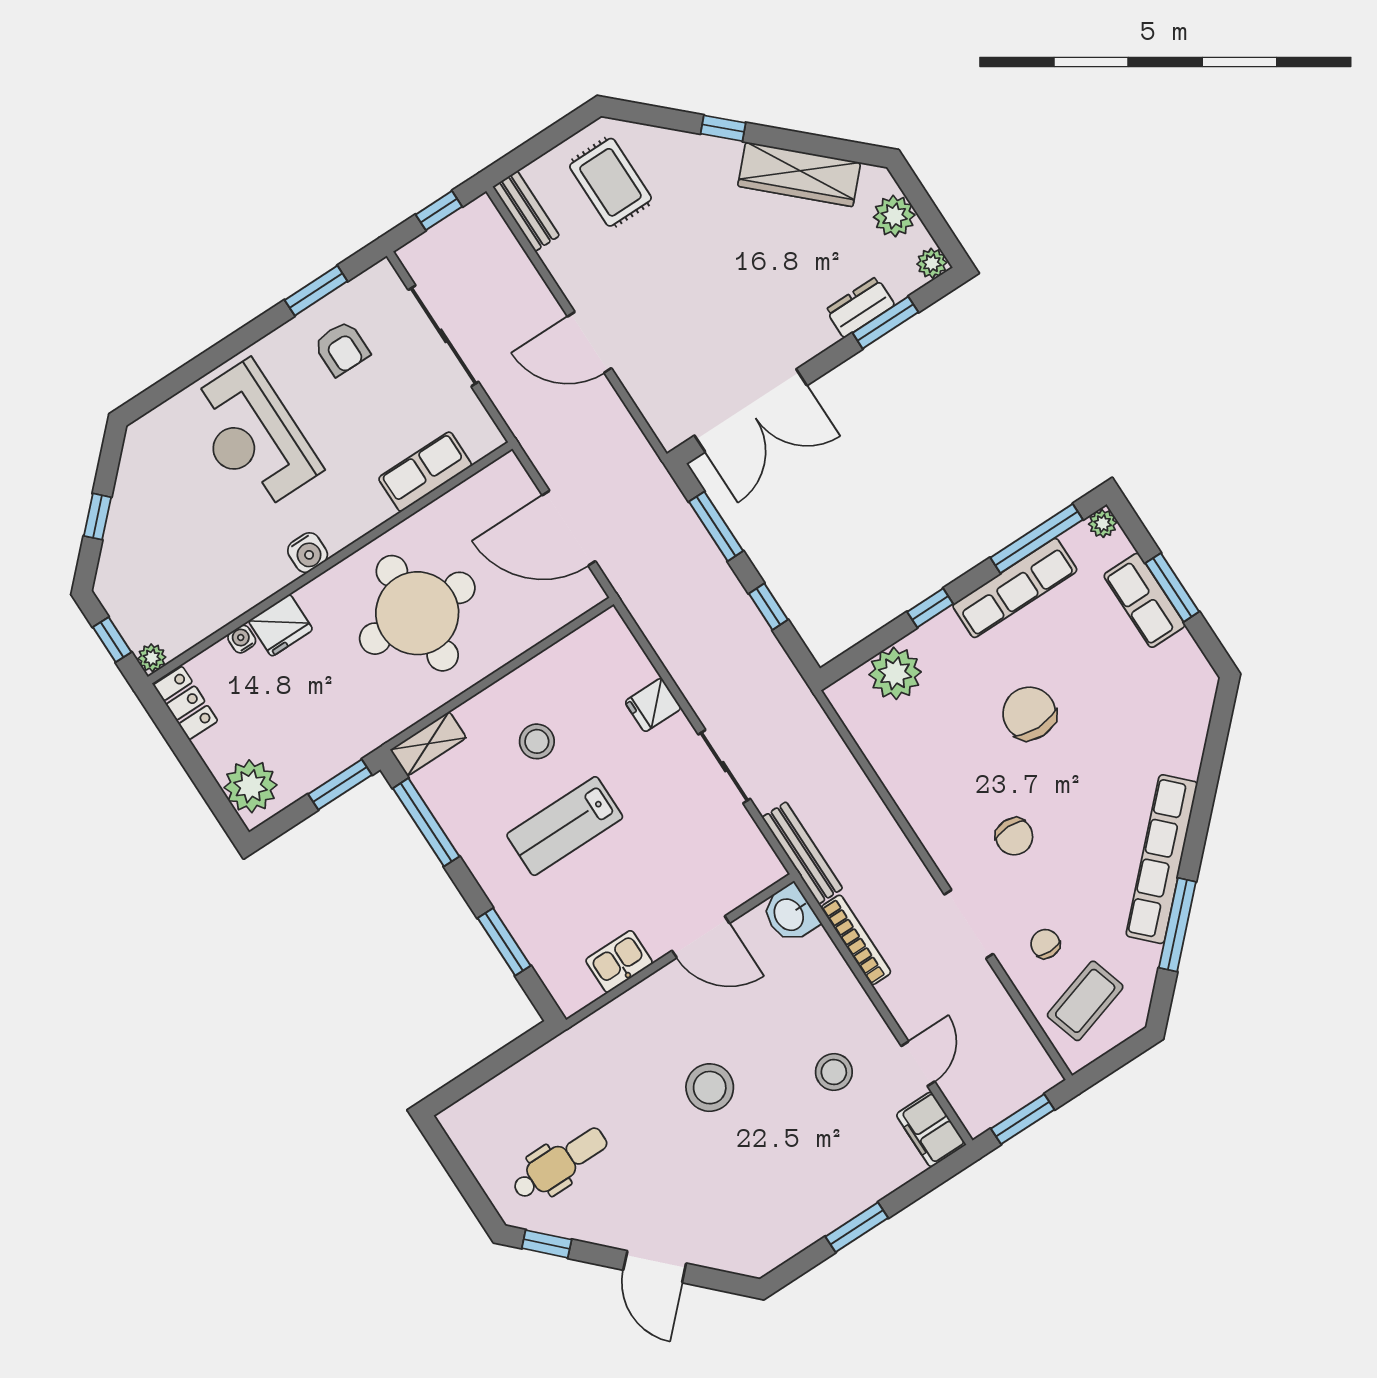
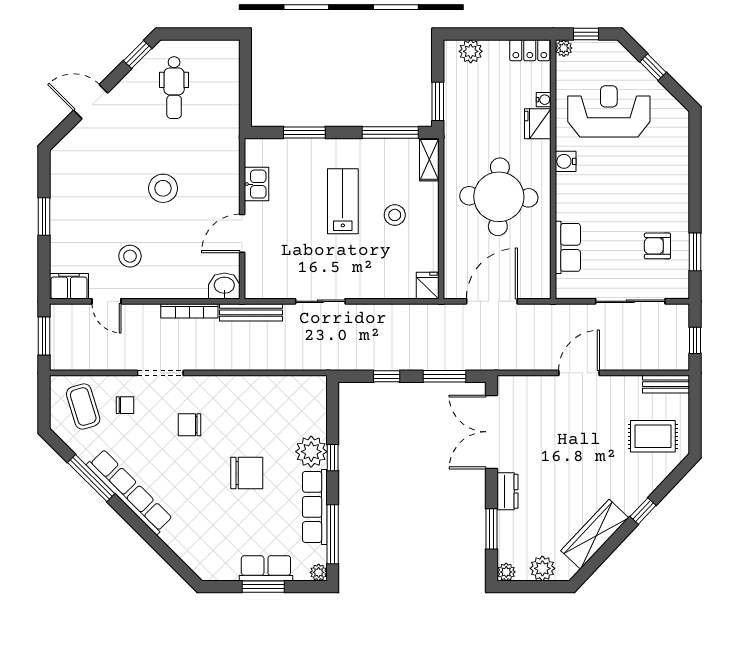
dresser: (860, 307) -> (508, 491), moved
reception desk: (252, 436) -> (609, 111), moved
plant: (895, 673) -> (311, 452), moved
fridge: (653, 705) -> (428, 286), moved
plant: (251, 786) -> (471, 51), width x0.73, depth x0.73

